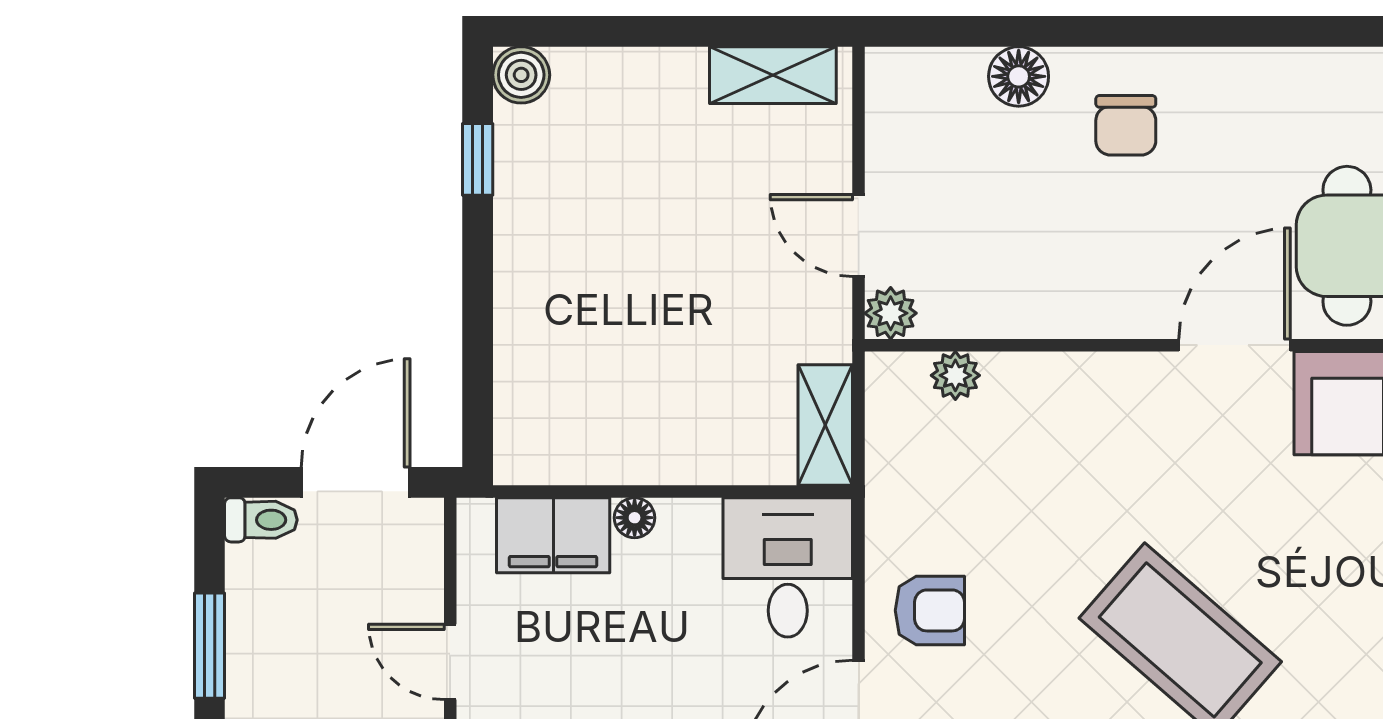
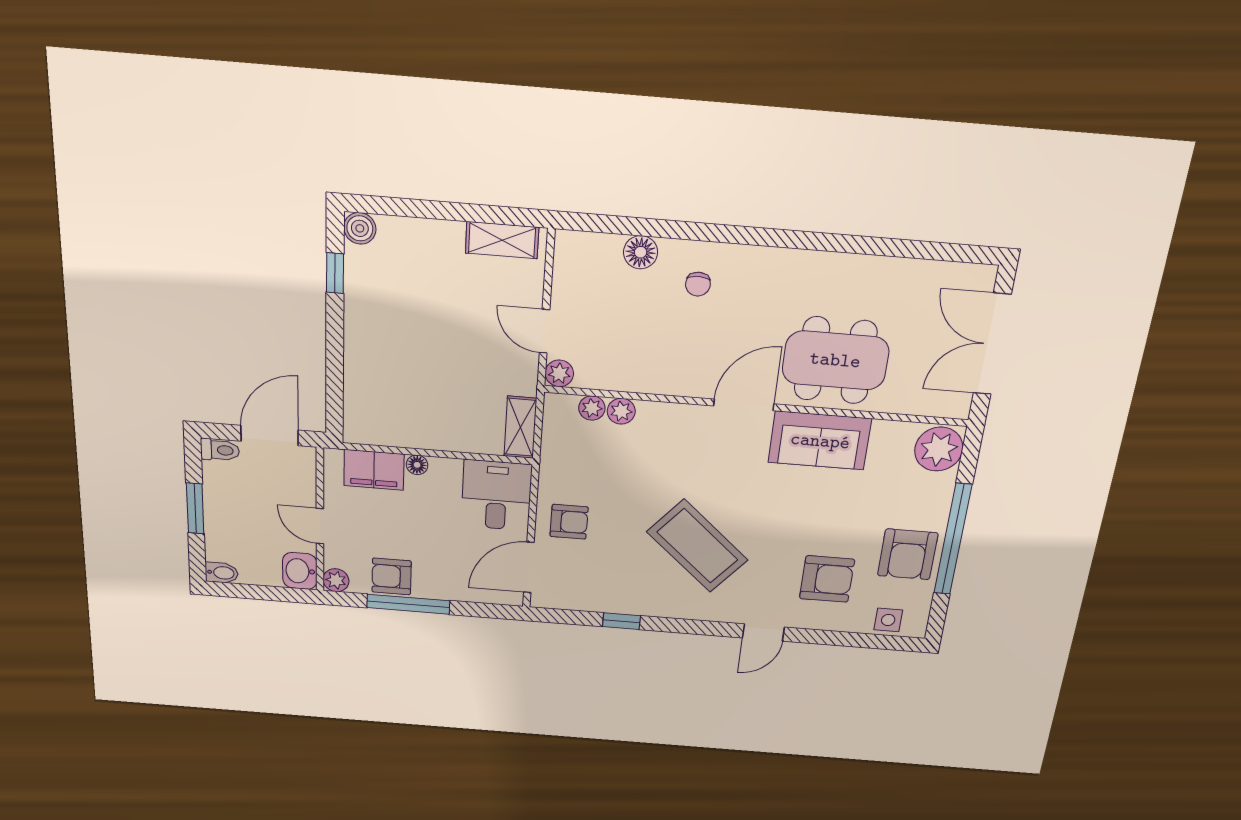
chair: (1126, 125) -> (698, 284), width x0.73, depth x0.73
plant: (1010, 377) -> (621, 411), added

